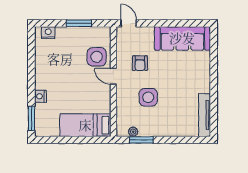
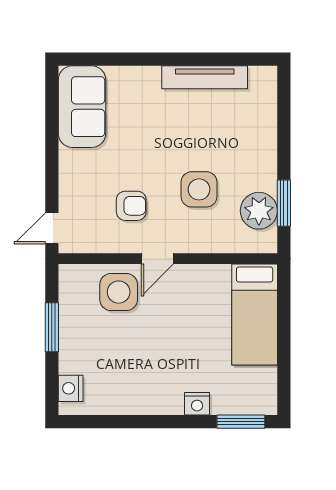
sofa: (182, 38) -> (82, 107), width x0.73
tv unit: (205, 115) -> (205, 77), moved
plant: (133, 132) -> (259, 211), width x1.87, depth x1.87

